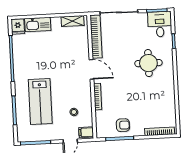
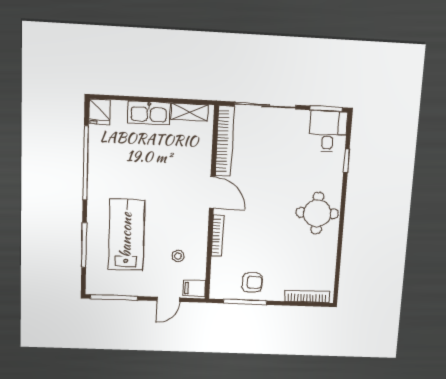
kitchen sink: (38, 25) -> (149, 113), moved
round table: (148, 63) -> (317, 213), moved
lab bench: (40, 101) -> (126, 235), turned 180

